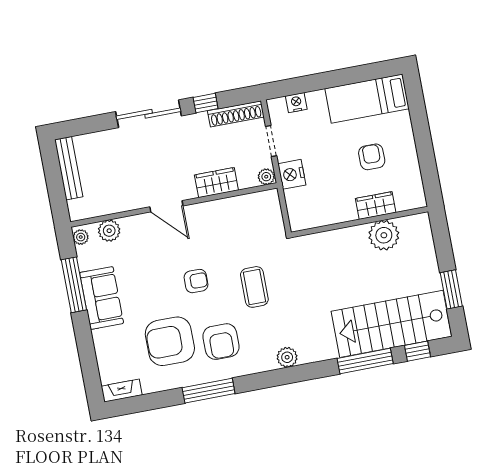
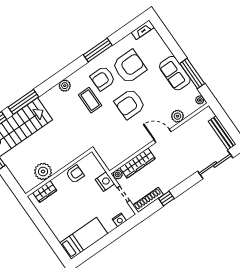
sliding door: (149, 114) -> (215, 164), moved
armchair: (372, 157) -> (75, 174), moved, turned -90
wardrobe: (216, 183) -> (137, 163), width x1.50
wardrobe: (376, 206) -> (45, 192), moved
plant: (109, 231) -> (178, 116), moved
armchair: (196, 281) -> (130, 104), width x1.88, depth x1.88
coffee table: (254, 287) -> (90, 100), moved
armchair: (221, 342) -> (103, 78), turned -90

